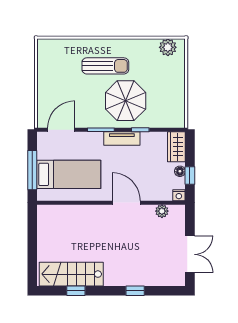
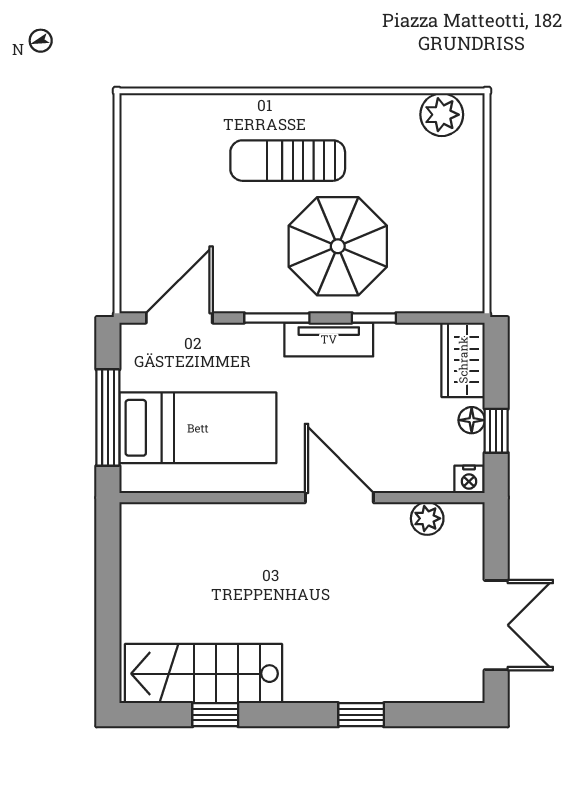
sun lounger: (105, 66) -> (288, 161), turned 180

